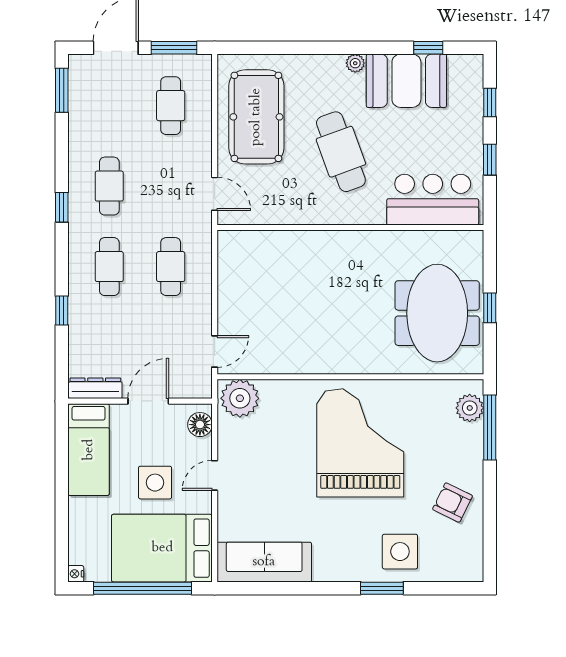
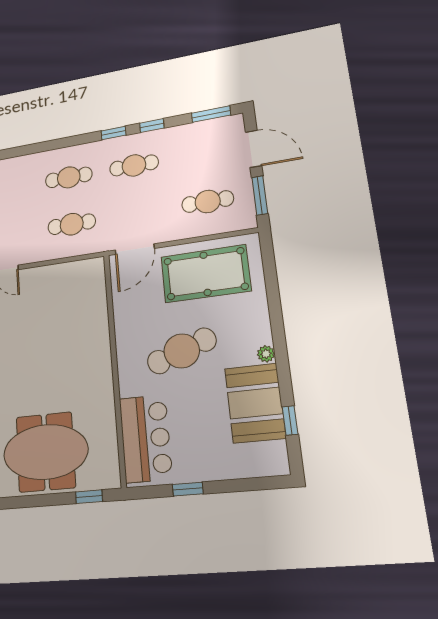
window: (490, 103) -> (243, 485), removed
door: (215, 194) -> (135, 249), width x1.38
window: (490, 308) -> (89, 497), moved
window: (62, 311) -> (152, 126), moved

